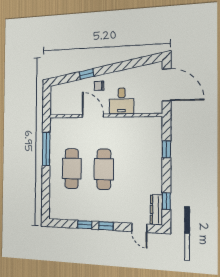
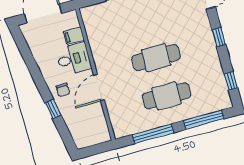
filing cabinet: (140, 106) -> (74, 36), added
window: (46, 192) -> (204, 120), added
window: (85, 225) -> (231, 81), moved

